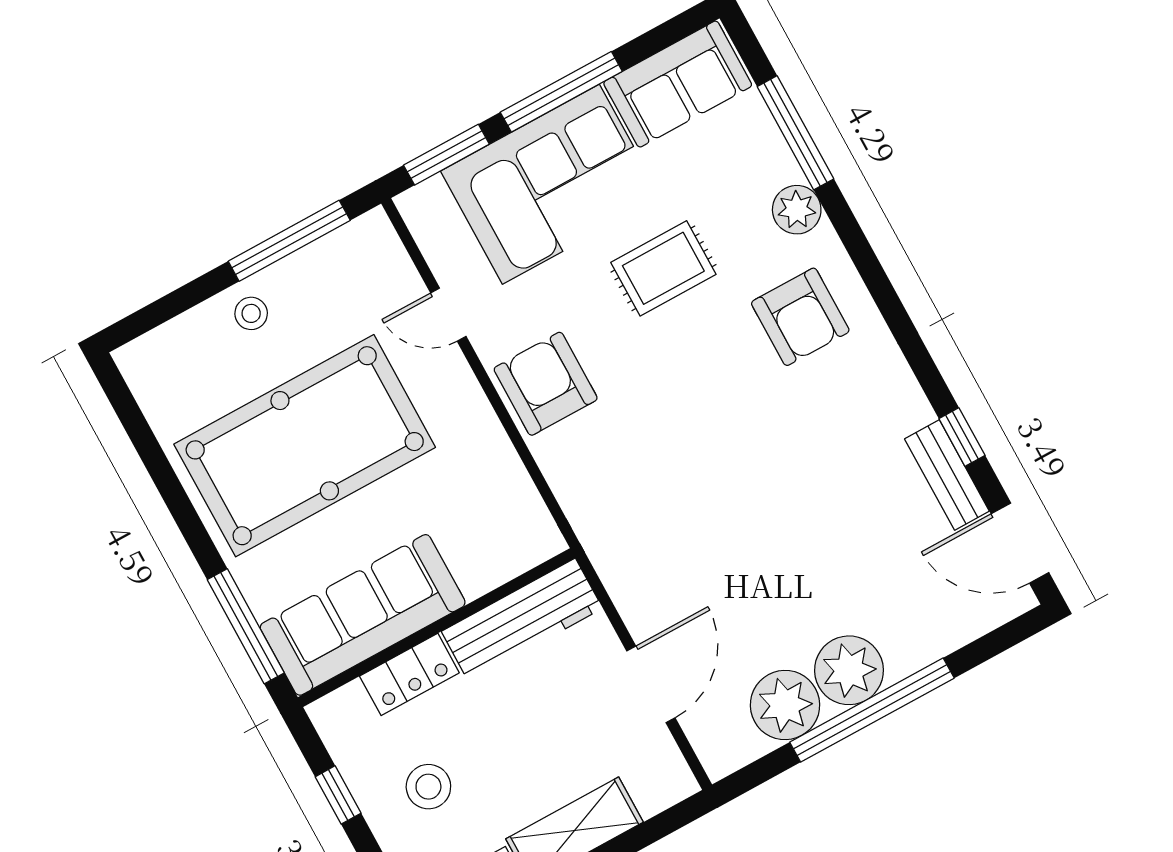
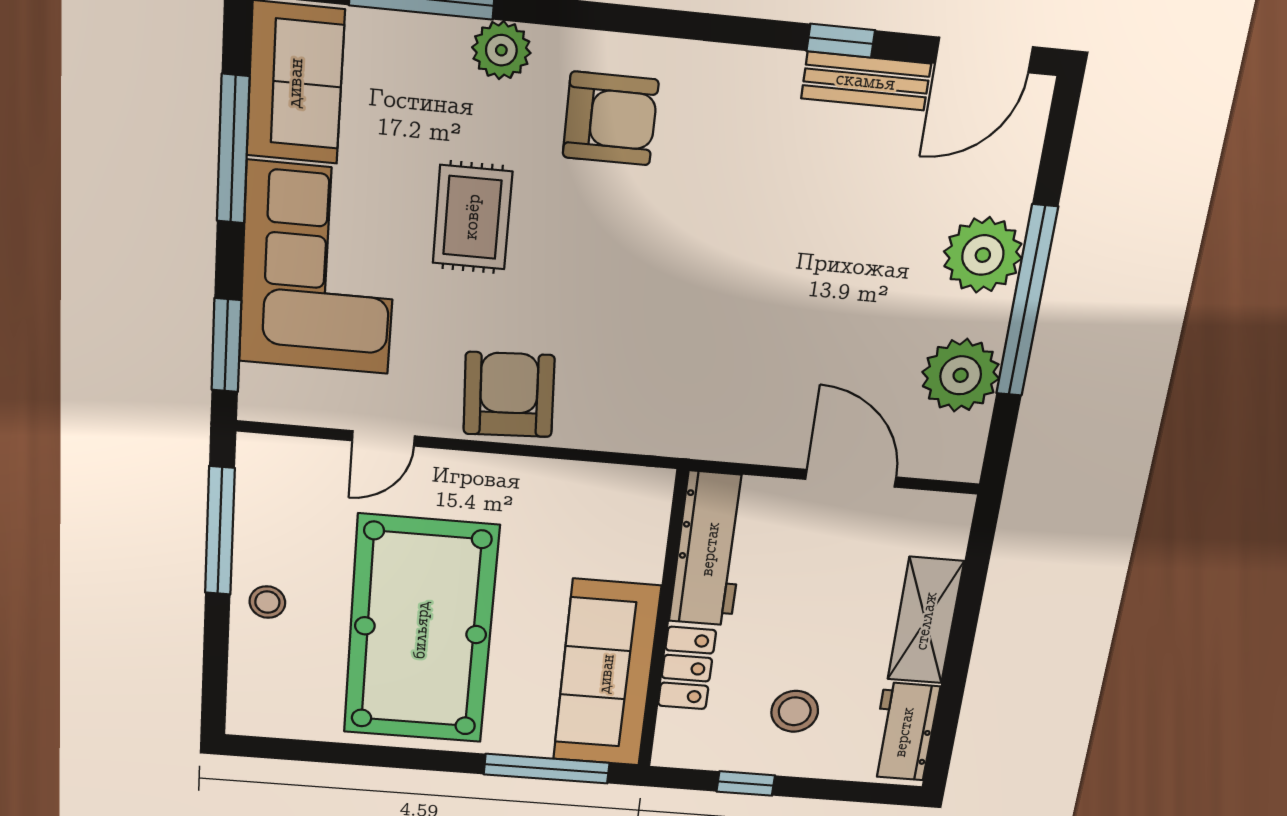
window: (561, 92) -> (233, 149), moved
armchair: (546, 384) -> (509, 395), turned 87
plant: (849, 670) -> (983, 255), moved

